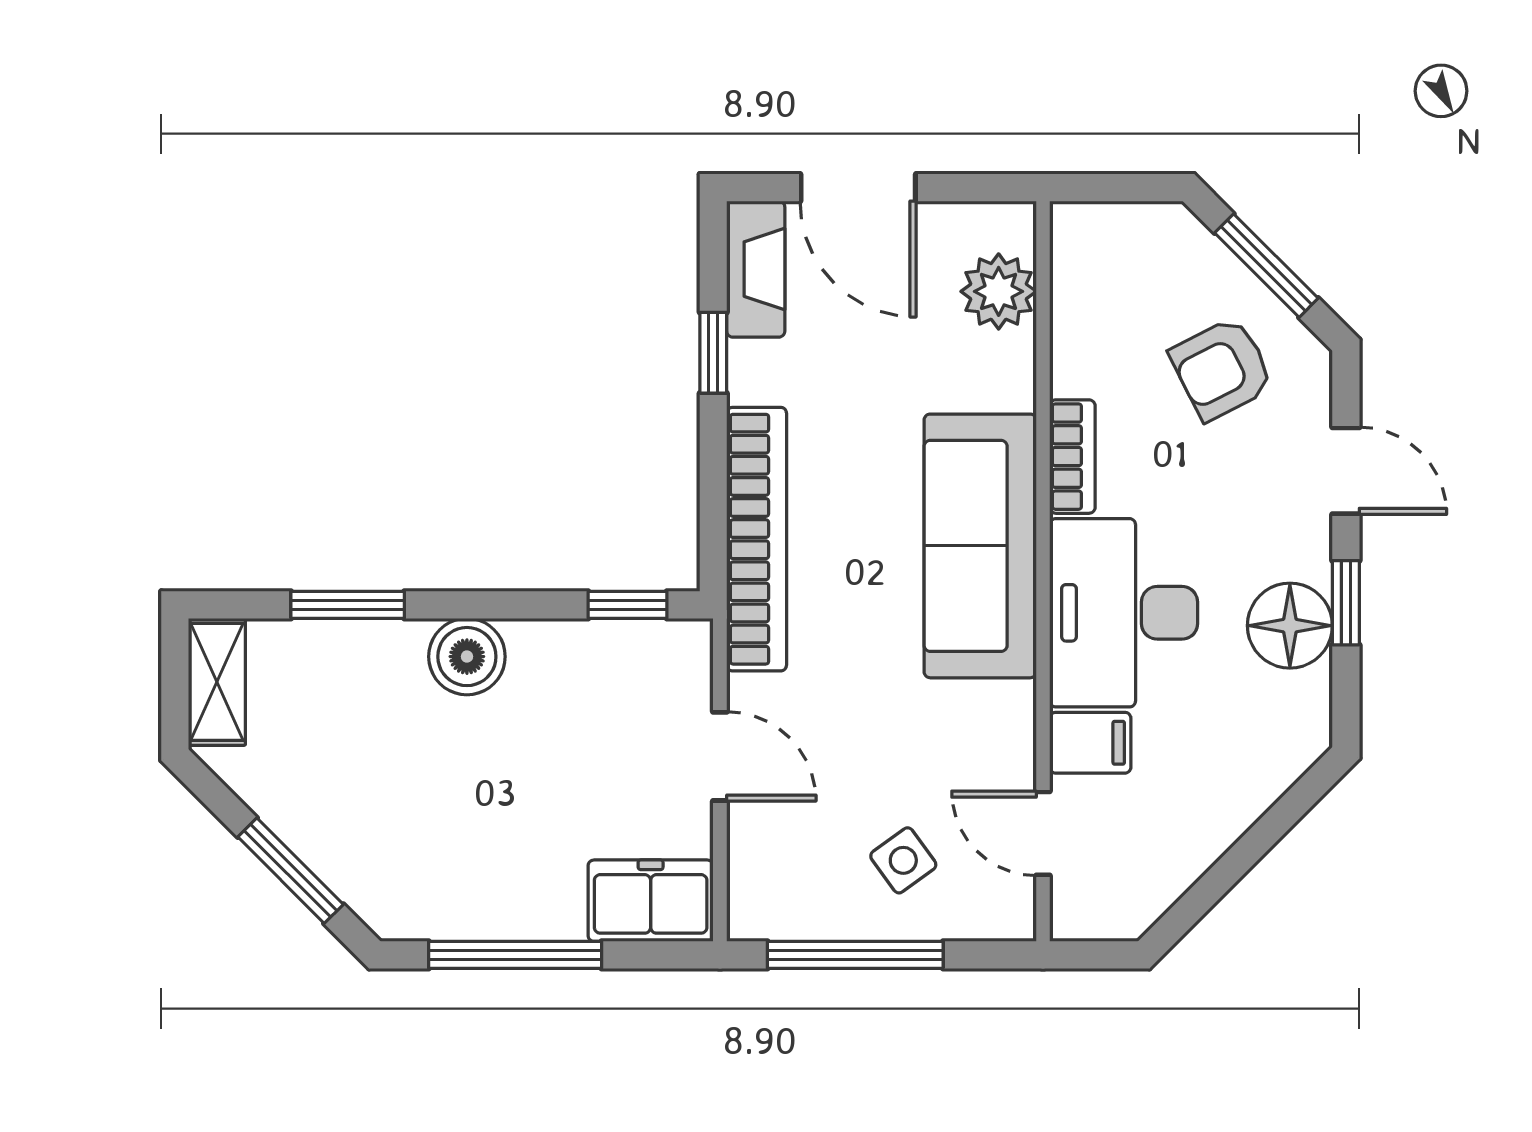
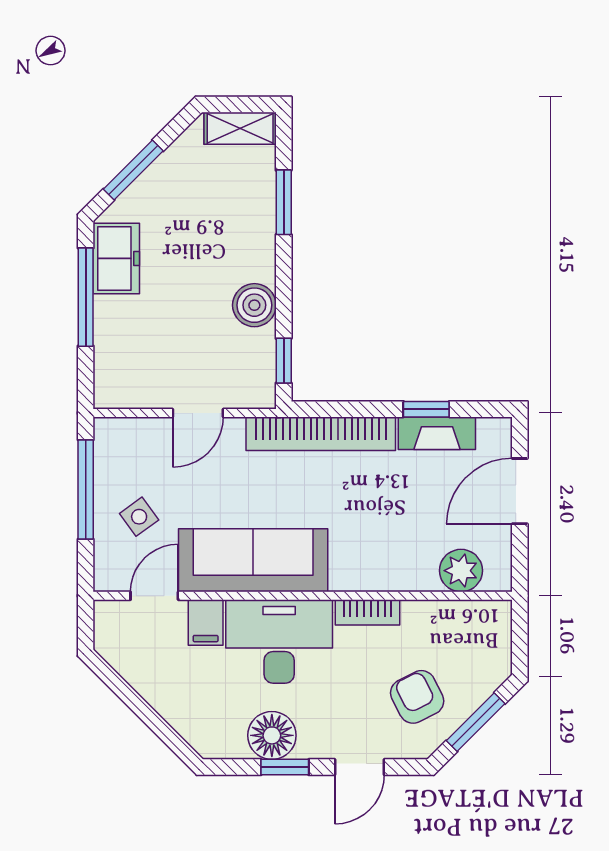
fireplace: (756, 269) -> (437, 433), moved
sofa: (980, 546) -> (253, 560), moved
boiler: (467, 657) -> (254, 305), moved
freezer: (651, 901) -> (116, 258), moved

